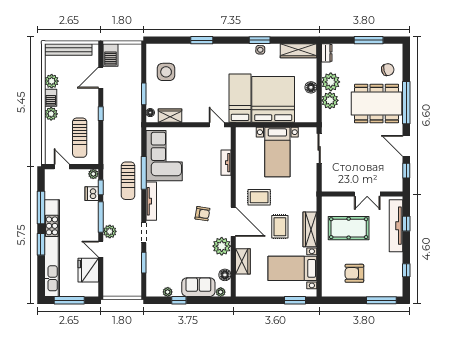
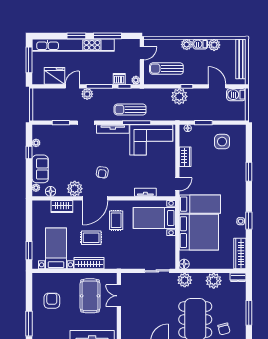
floor lamp: (311, 87) -> (184, 264), moved
plant: (330, 100) -> (185, 280), moved
wardrobe: (170, 116) -> (185, 157), moved
plant: (113, 122) -> (179, 96), added
bed with nightstands: (277, 152) -> (154, 218), moved
double door: (367, 194) -> (119, 296), moved

